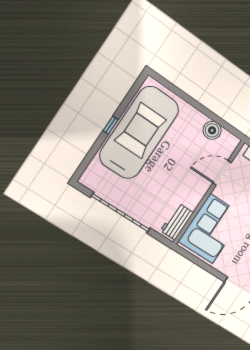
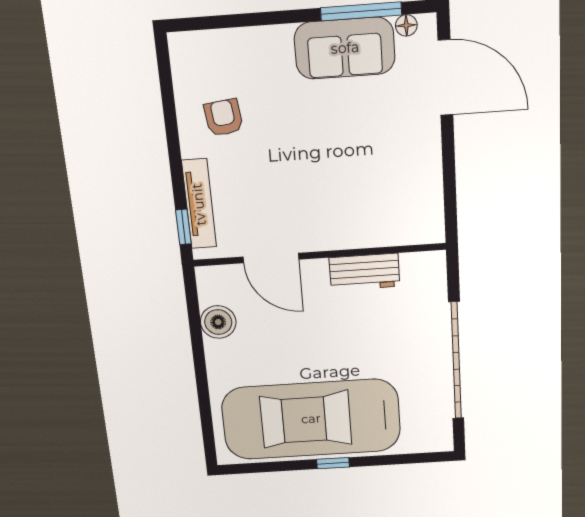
workbench: (177, 222) -> (364, 272), moved
corner sofa: (211, 229) -> (376, 206), removed

